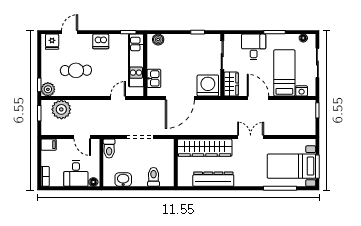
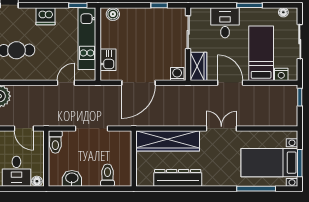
washing machine: (208, 86) -> (177, 74), width x0.53, depth x0.53

